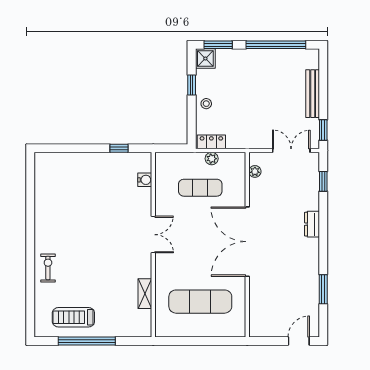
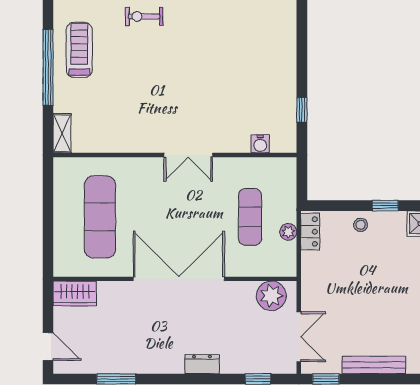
plant: (255, 171) -> (271, 296), width x1.87, depth x1.87
exercise bike: (48, 268) -> (144, 16), turned 180
shelving: (145, 294) -> (62, 133), moved, turned 90
wardrobe: (258, 321) -> (75, 293), added

